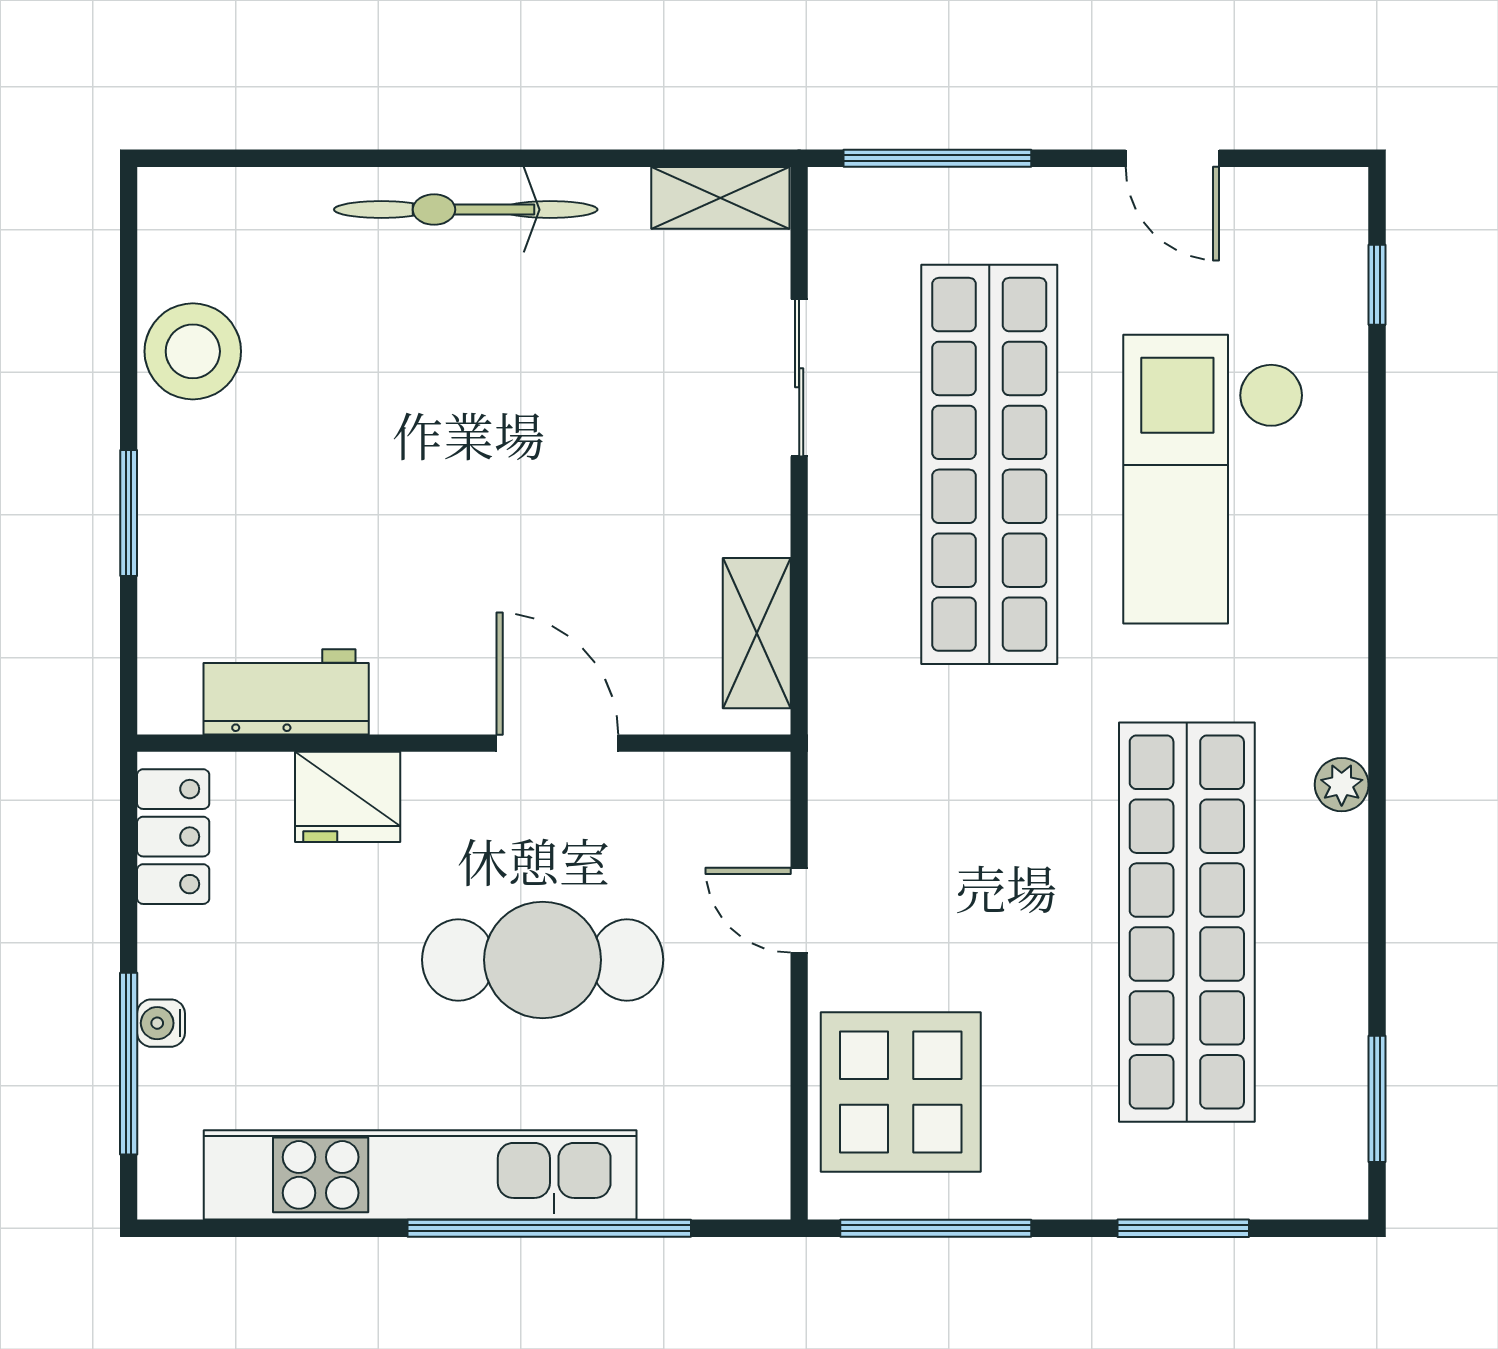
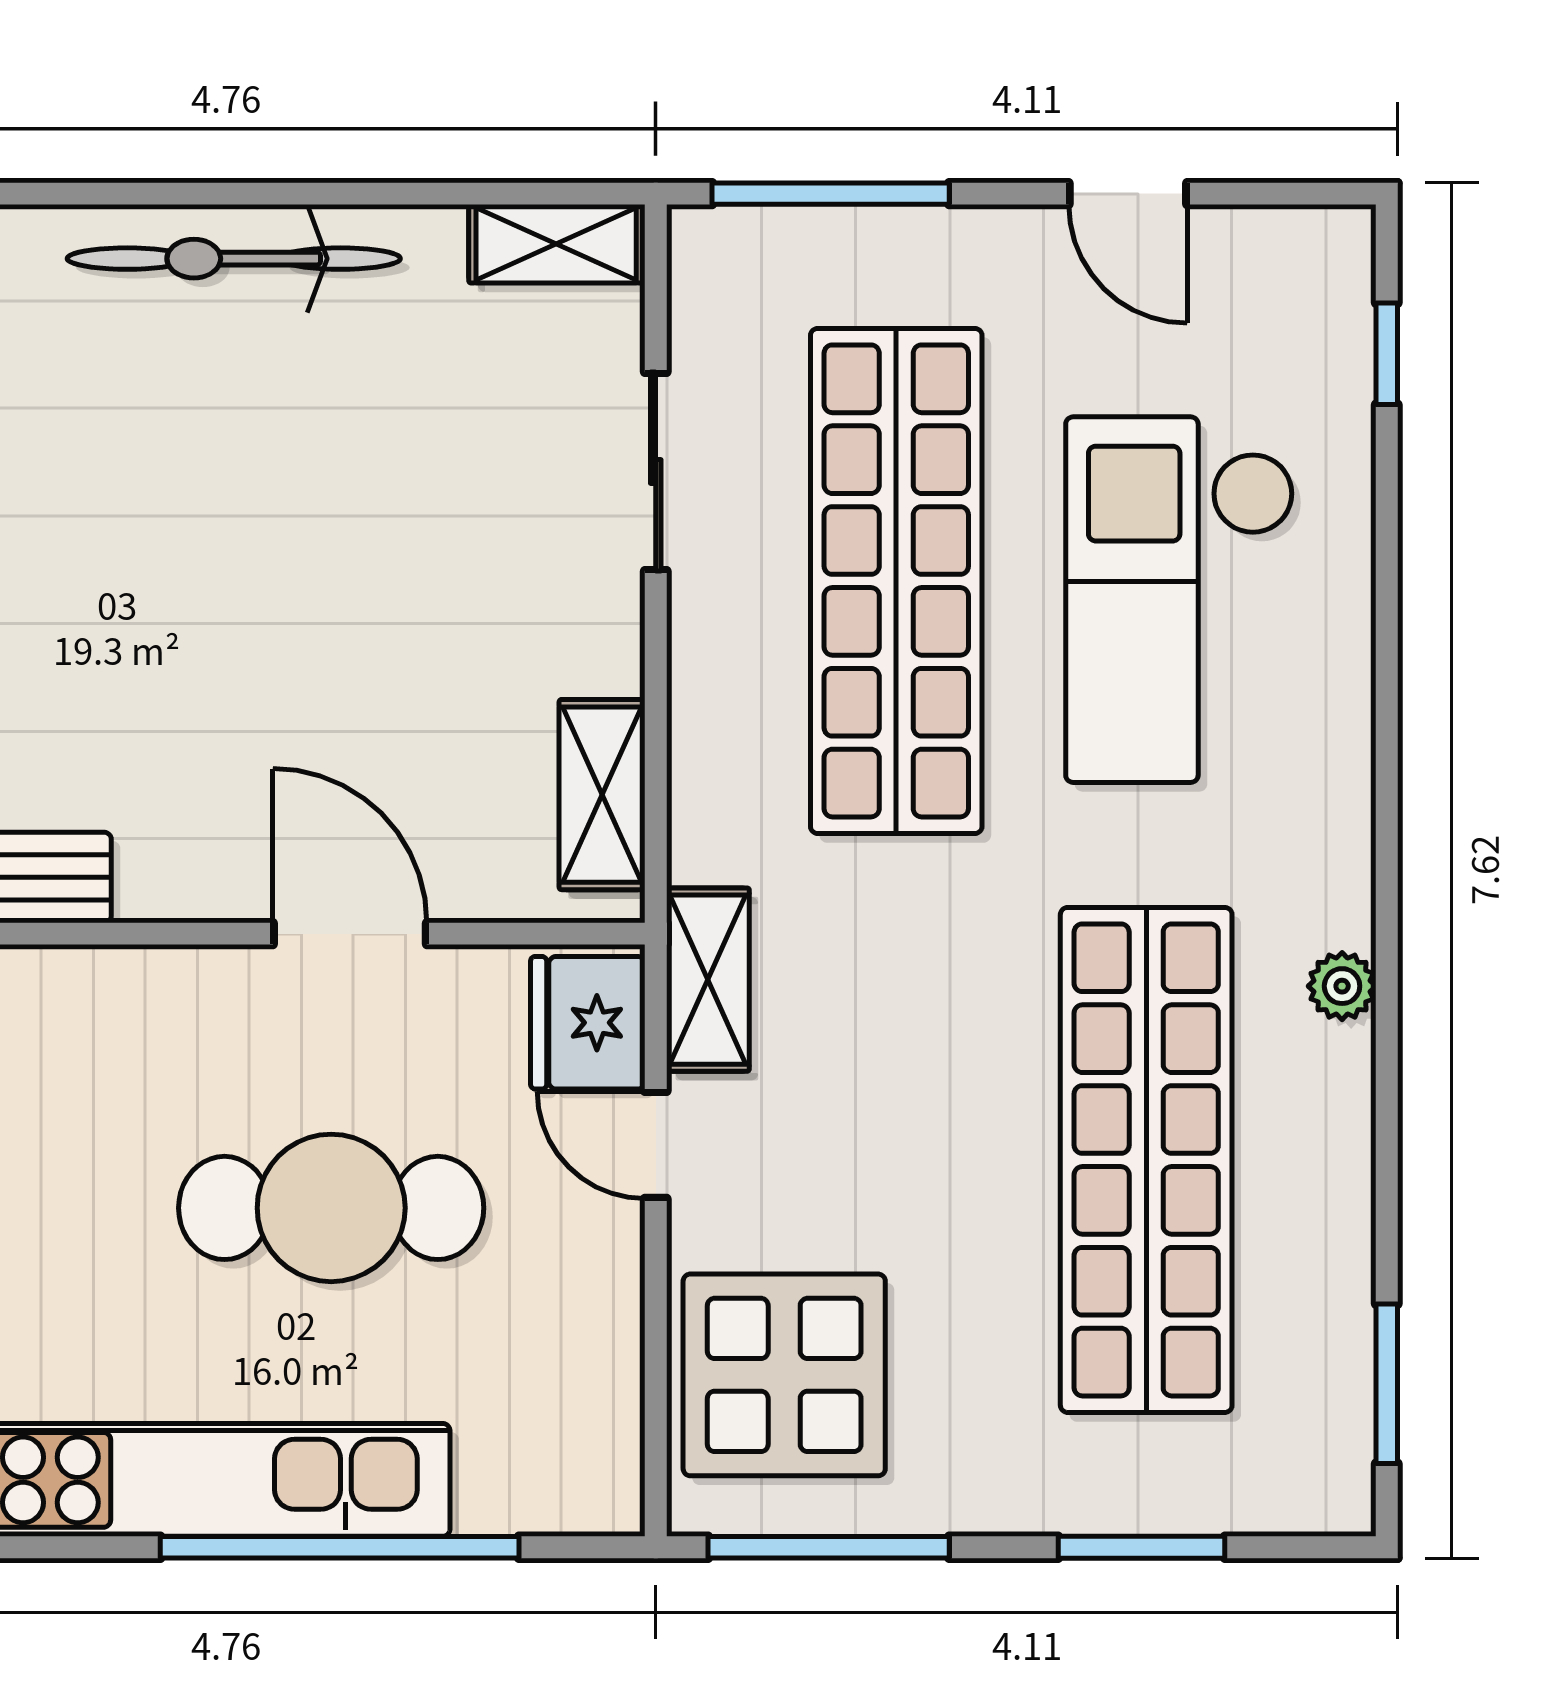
shelving: (840, 779) -> (708, 980), added
fridge: (348, 797) -> (588, 1023), moved, turned 90

